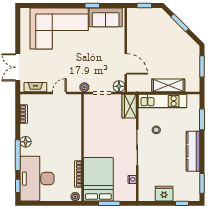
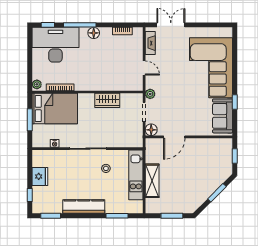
wardrobe: (129, 106) -> (107, 100), moved, turned 180

